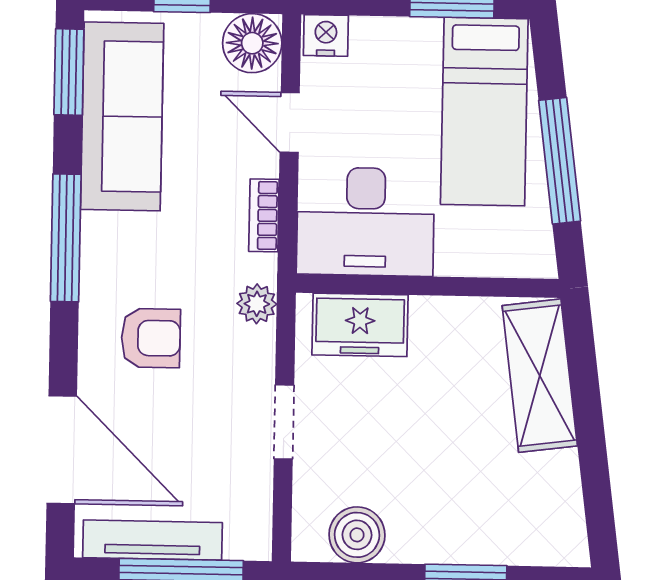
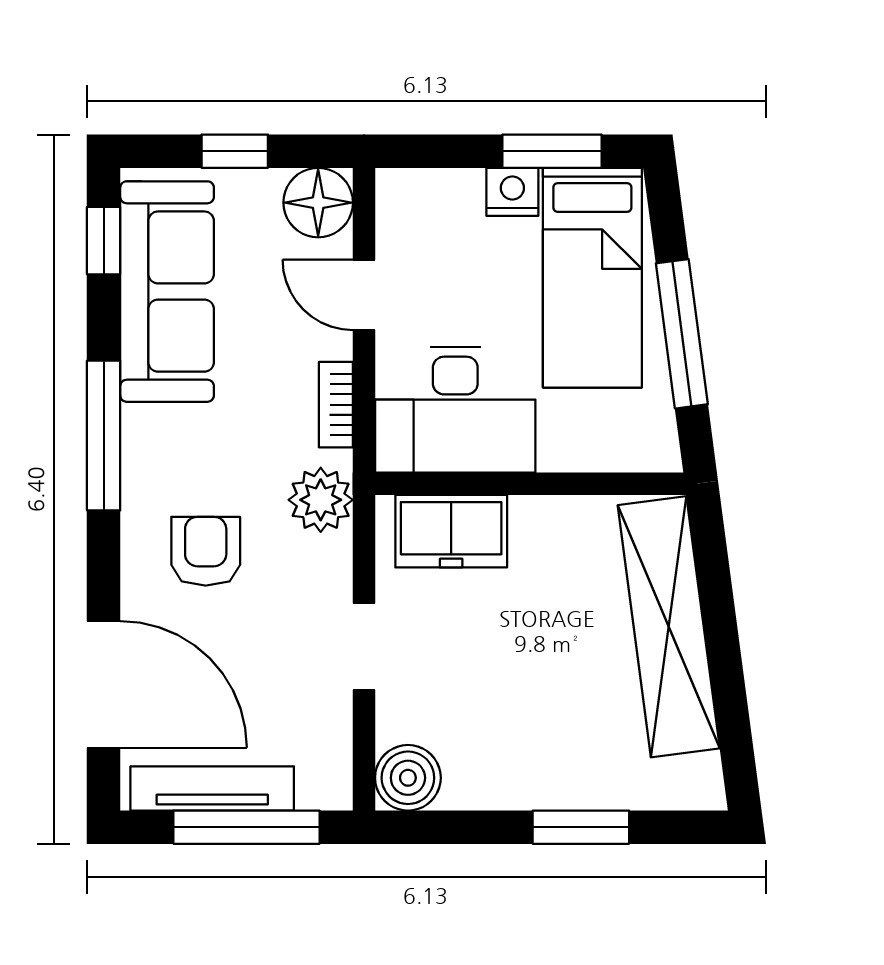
nightstand: (326, 35) -> (512, 192), moved
window: (69, 72) -> (104, 241), width x0.67
plant: (257, 304) -> (321, 500), width x1.38, depth x1.38
armchair: (151, 338) -> (206, 551), turned -90
shelving: (540, 376) -> (669, 627), width x1.47
boiler: (357, 535) -> (408, 778), moved

